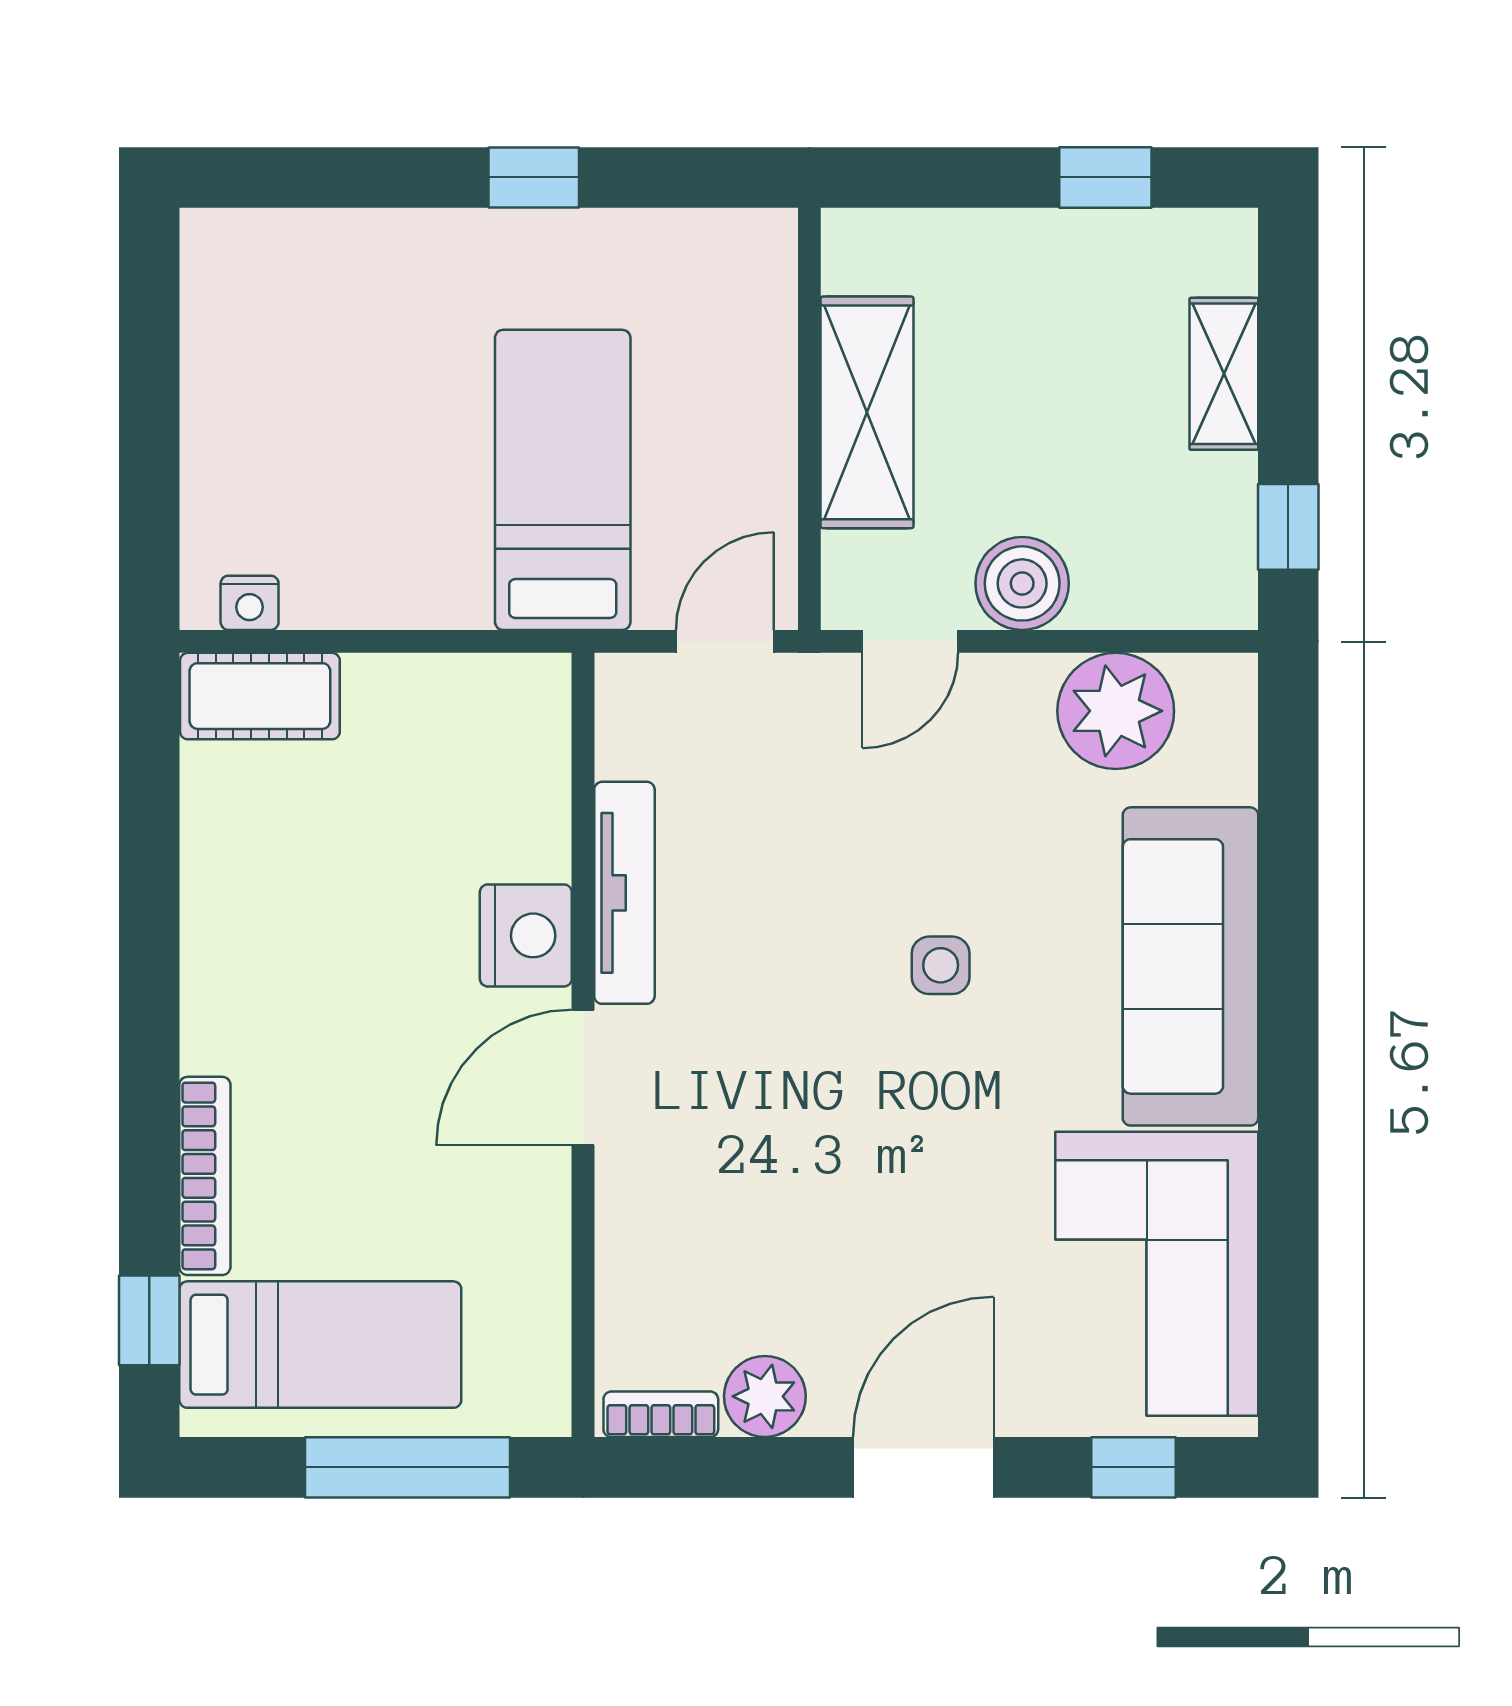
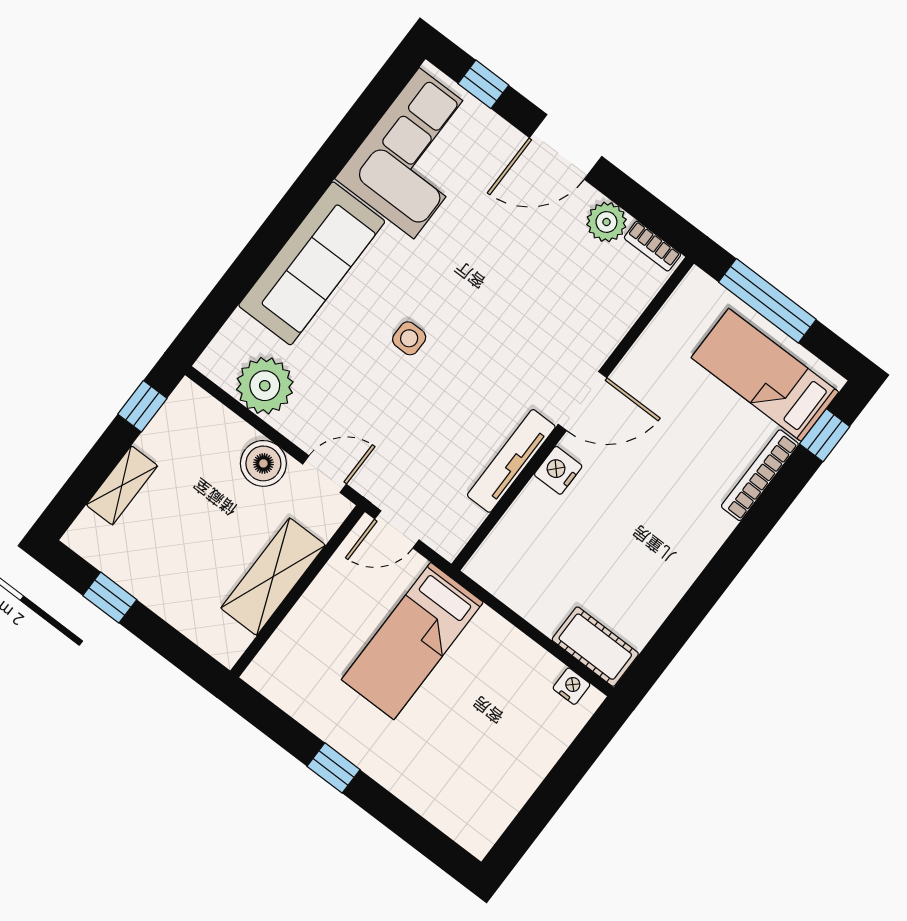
nightstand: (526, 935) -> (558, 470), width x0.74, depth x0.75

